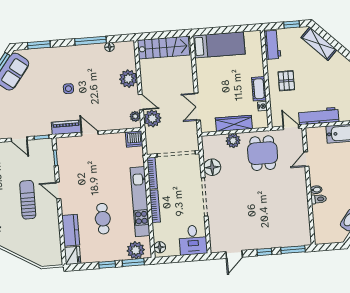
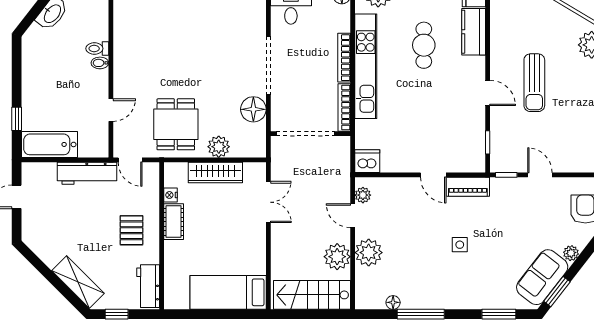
plant: (152, 118) -> (337, 257), moved

